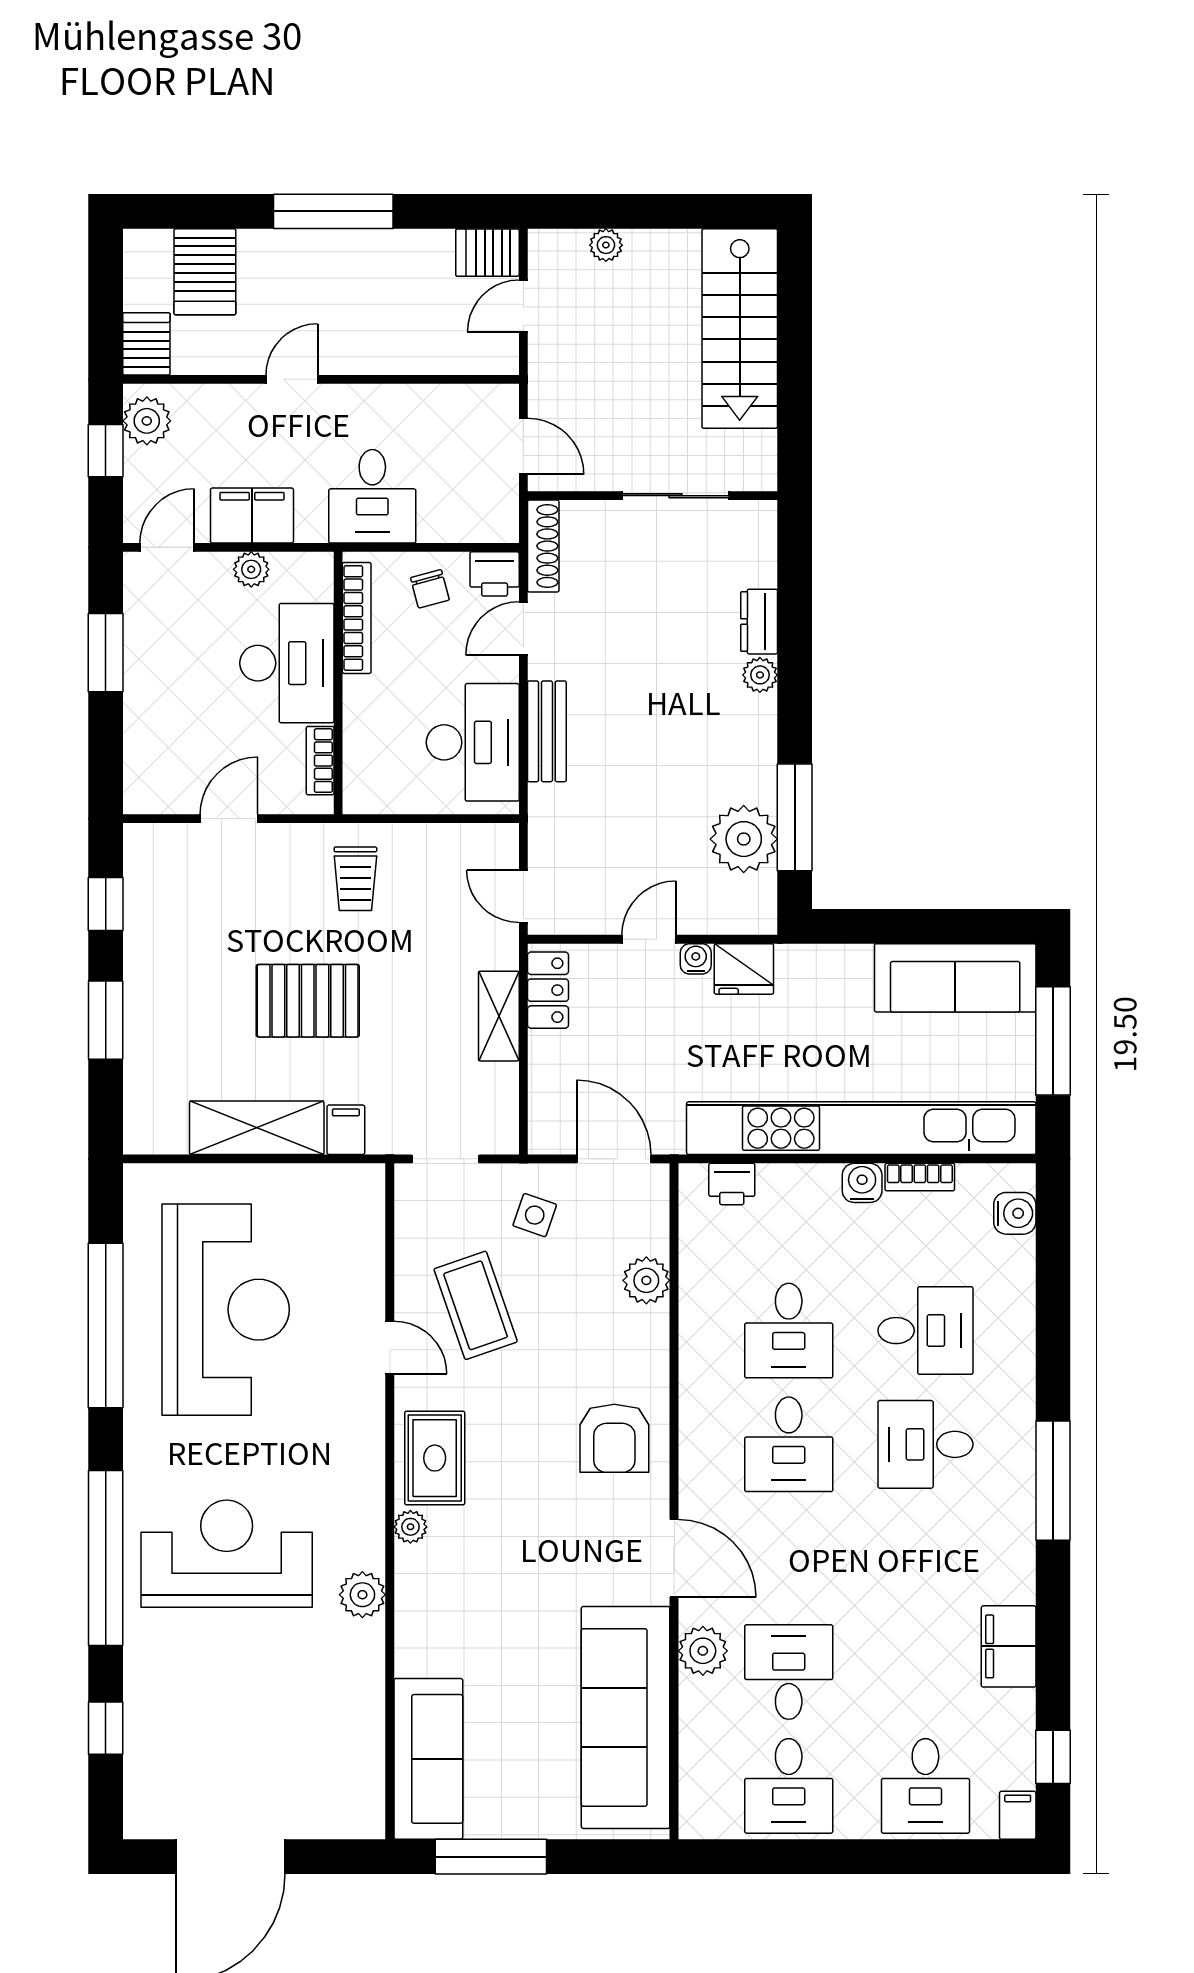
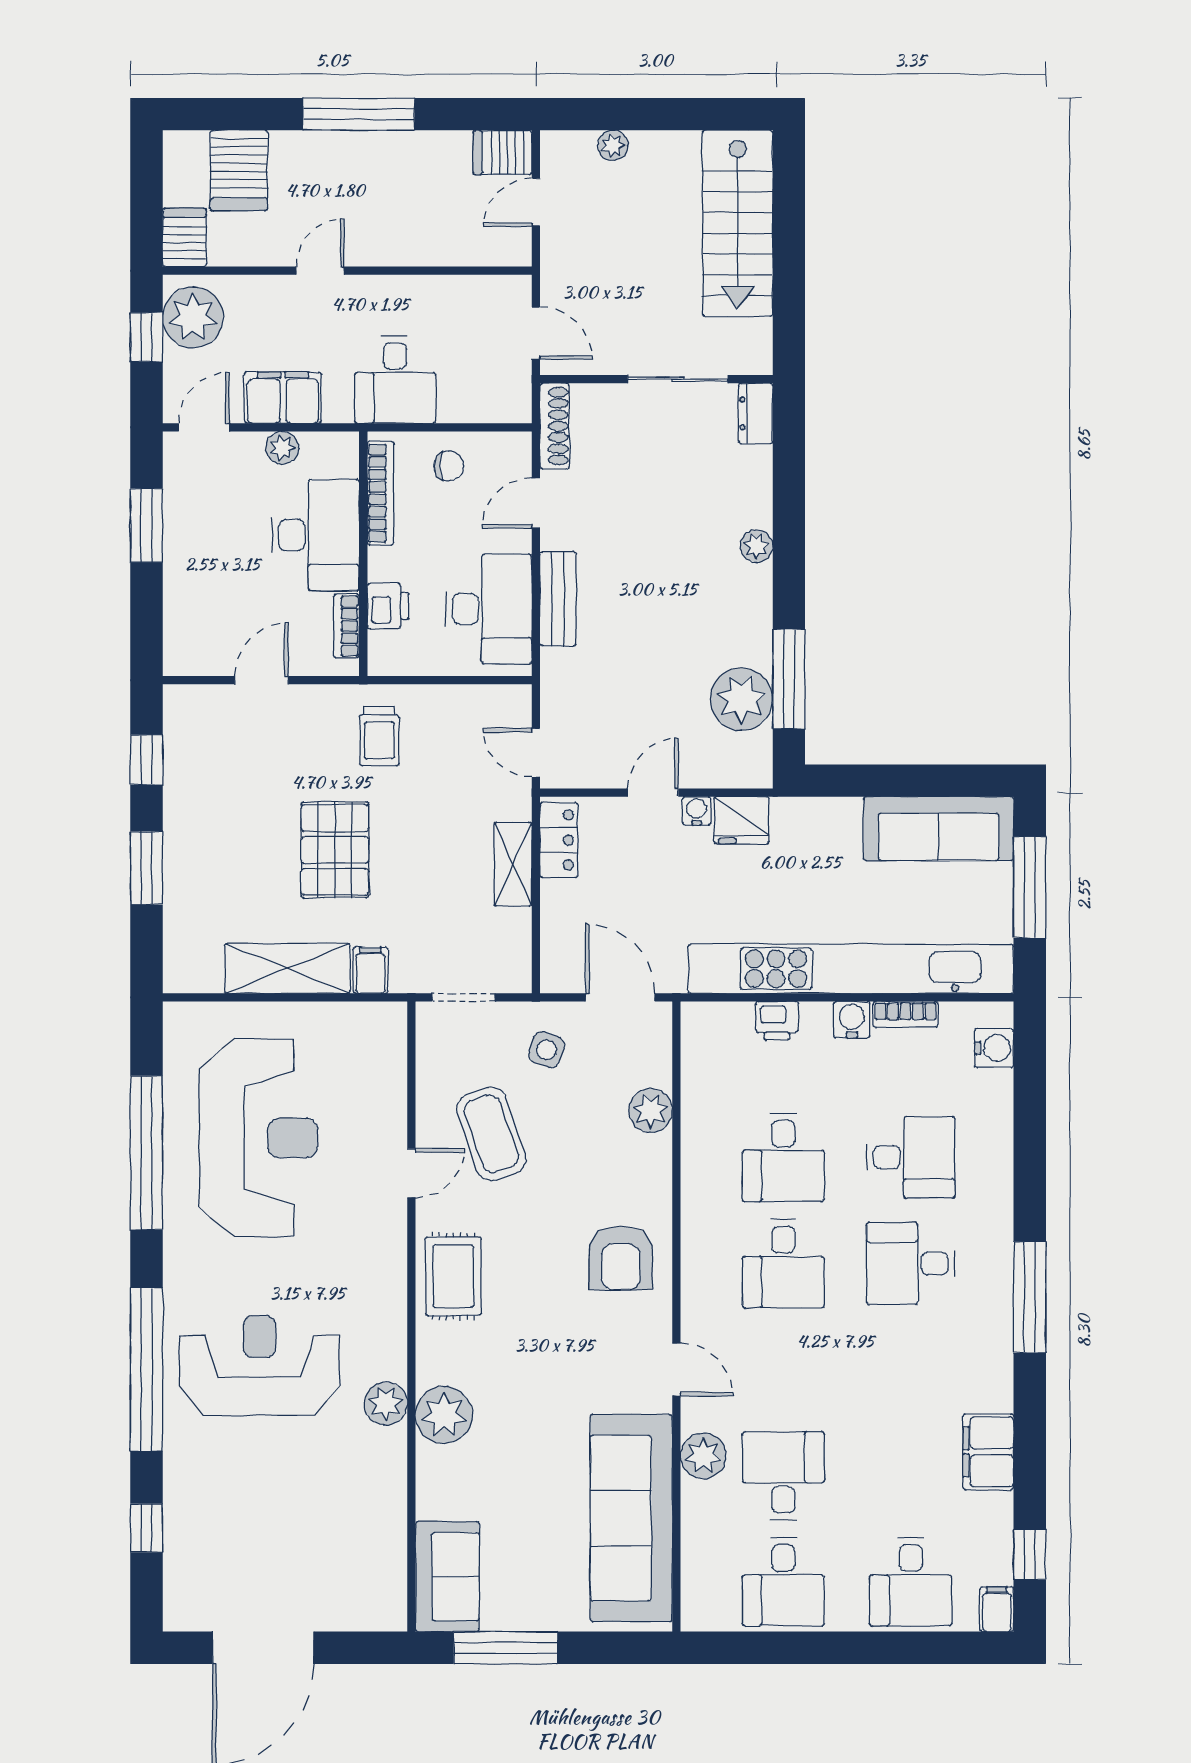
plant: (147, 421) -> (193, 317), width x1.36, depth x1.36
printer: (495, 574) -> (388, 606), moved, turned -90
chair: (430, 589) -> (449, 466), turned -75
dresser: (759, 622) -> (756, 413), moved
pallet: (308, 1001) -> (335, 850), turned 90
printer: (732, 1184) -> (777, 1021), moved
door: (390, 1347) -> (411, 1173), hinge flipped
plant: (410, 1527) -> (444, 1415), moved, width x1.87, depth x1.87
door: (674, 1558) -> (676, 1370), width x0.73
sofa: (428, 1759) -> (447, 1577), width x0.73

